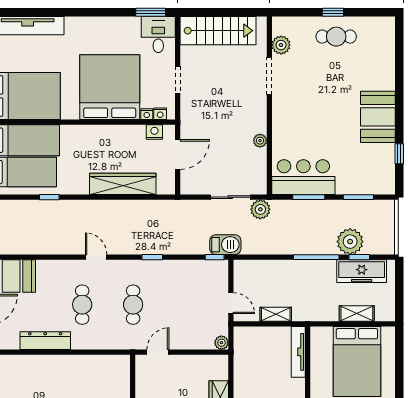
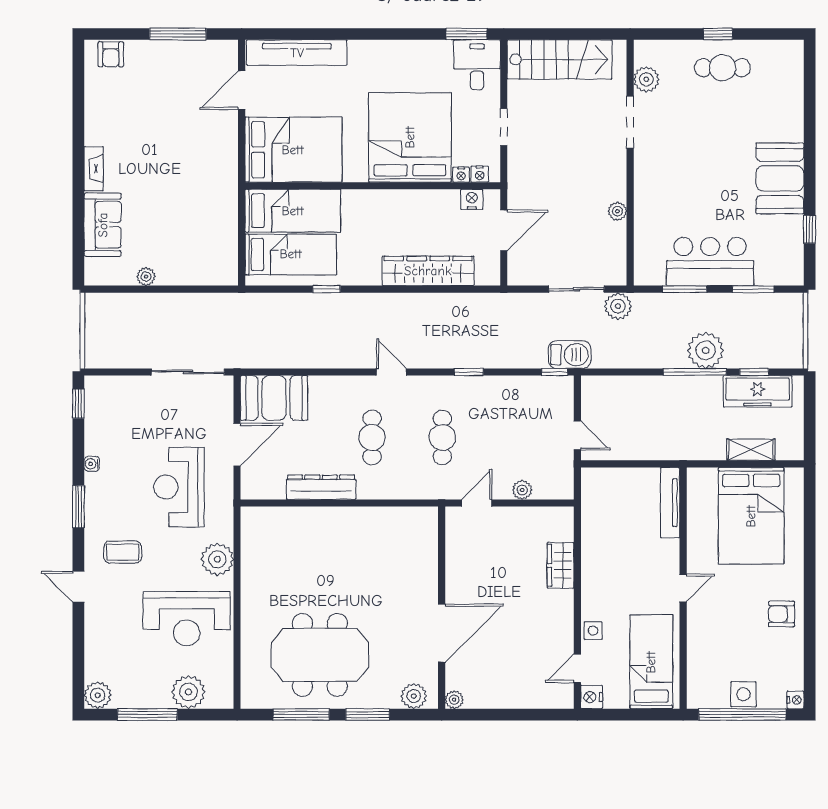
bar counter: (303, 177) -> (710, 262), moved
plant: (350, 242) -> (706, 350), moved
shelving: (276, 314) -> (639, 451), removed
plant: (221, 343) -> (522, 490), moved

